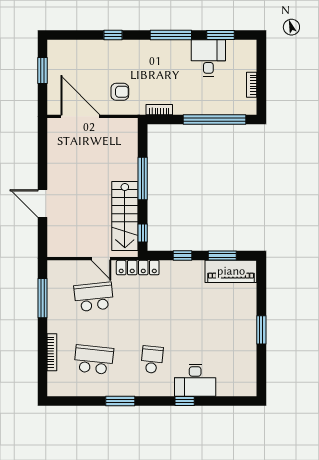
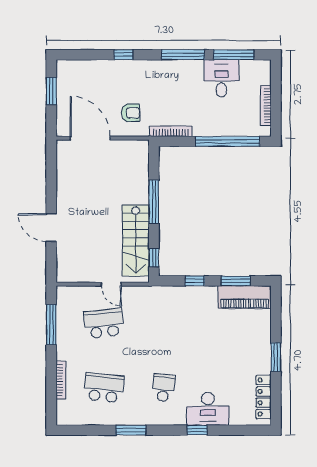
window: (220, 35) -> (234, 55), width x1.44
bookcase: (252, 85) -> (266, 106), width x1.56
bookcase: (159, 110) -> (171, 131), width x1.56
locker: (138, 268) -> (264, 397), moved, turned 90

